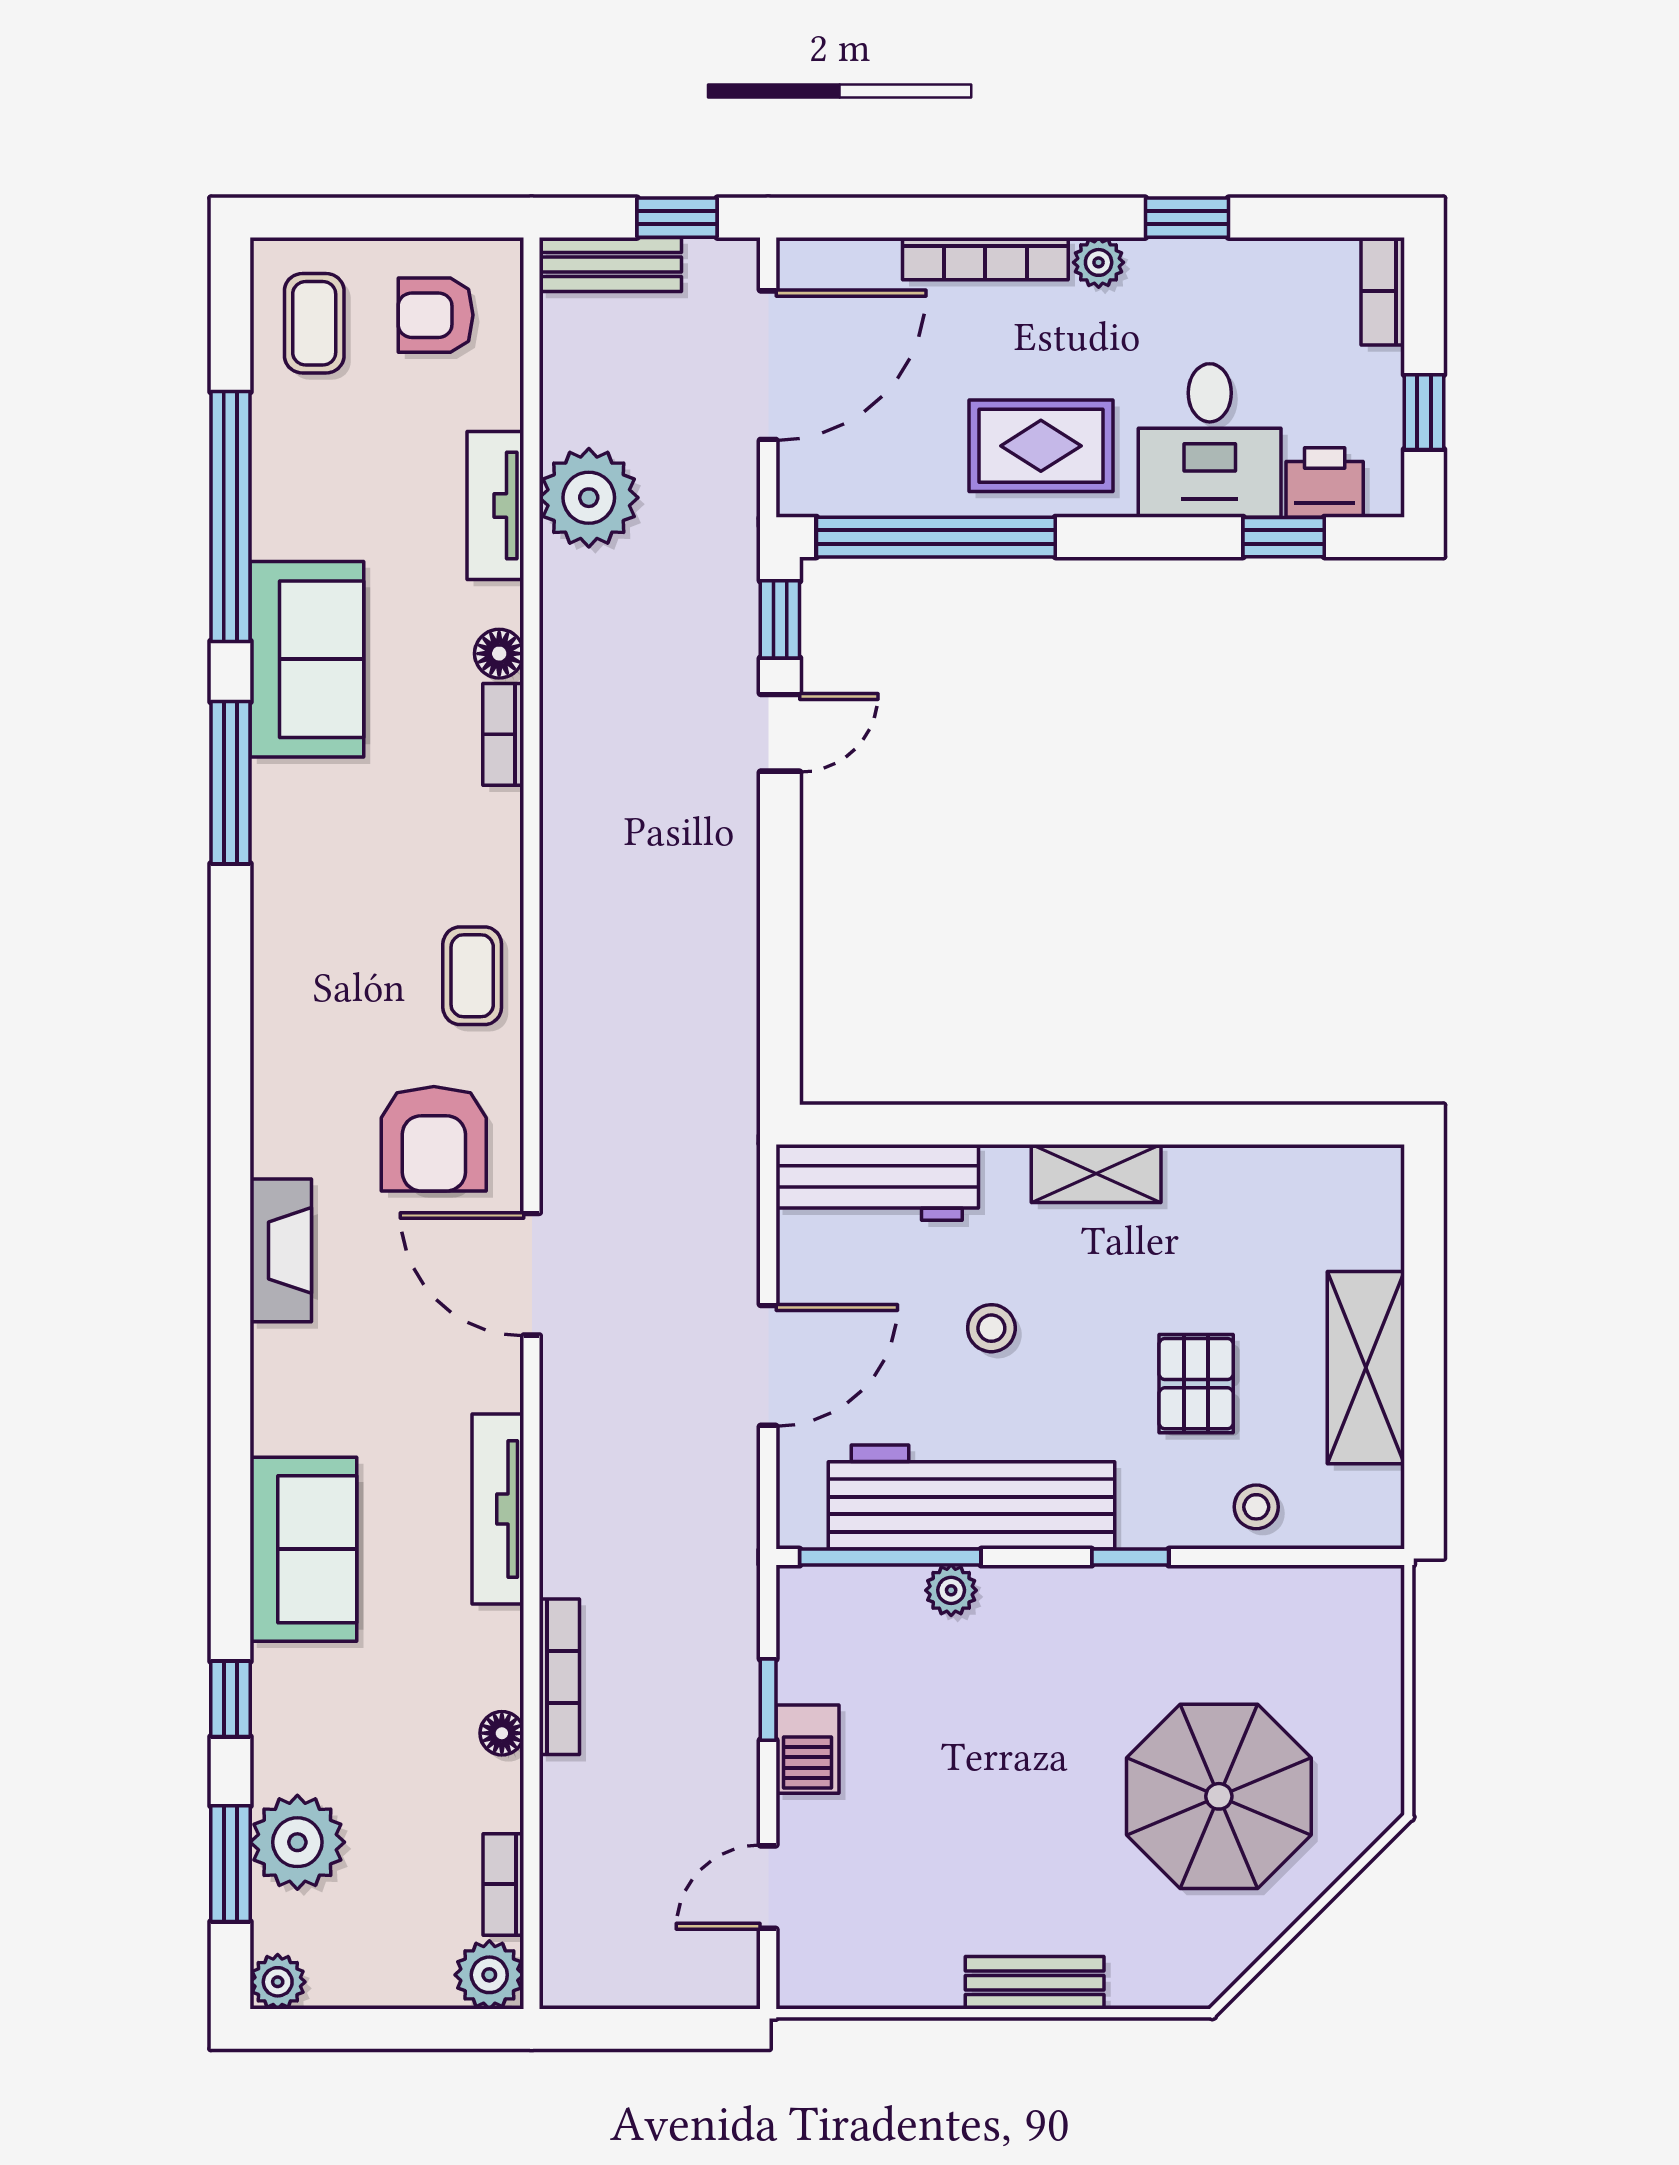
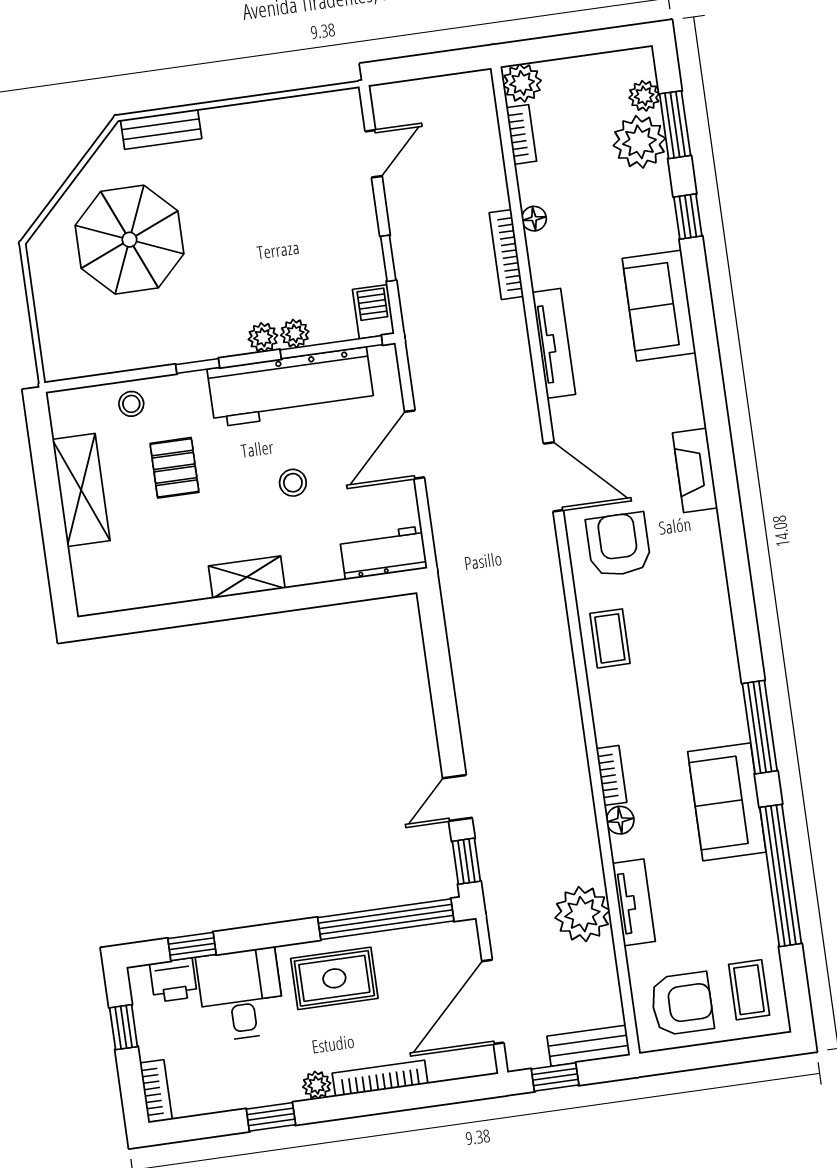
armchair: (436, 315) -> (682, 1004), width x1.38, depth x1.38
workbench: (877, 1182) -> (383, 553), width x0.73
plant: (1008, 1591) -> (263, 337), added
barbecue: (807, 1749) -> (373, 312), moved
plant: (278, 1982) -> (644, 96), moved
bench: (1035, 1983) -> (161, 129), moved

